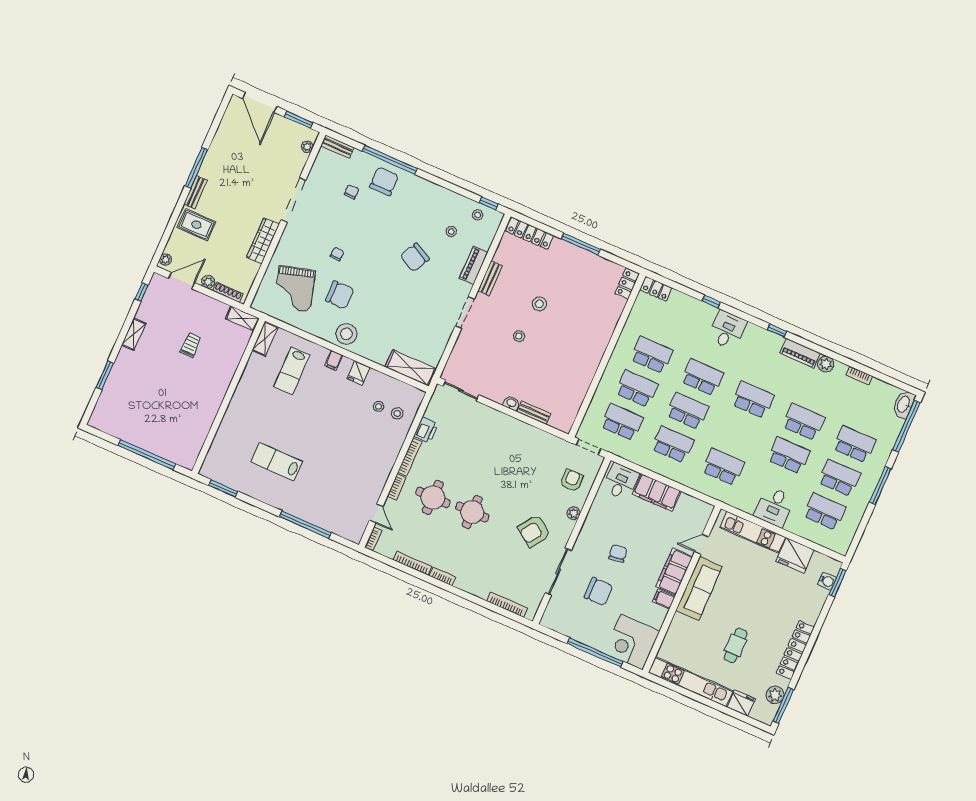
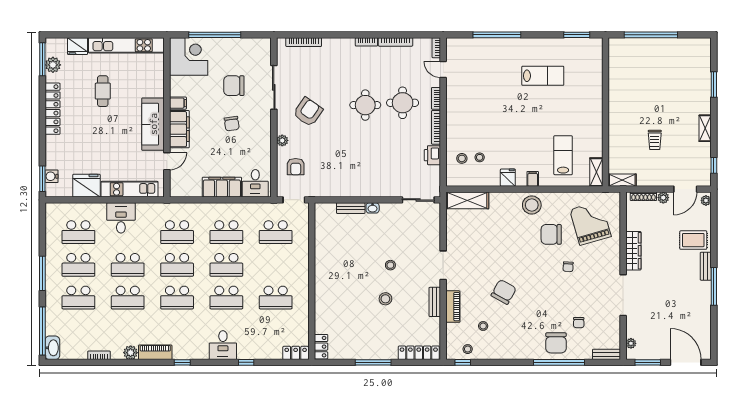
school desk: (637, 388) -> (177, 265), moved

